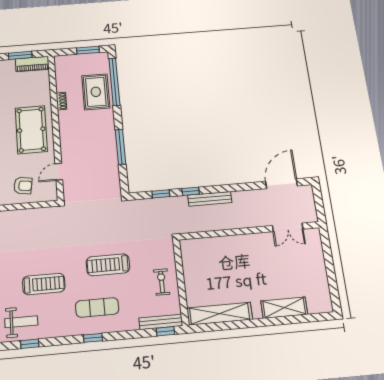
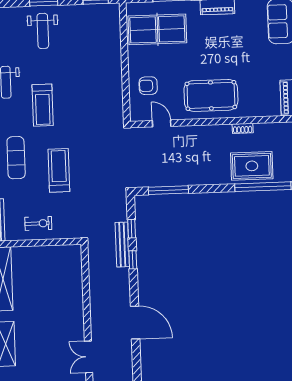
window: (121, 147) -> (168, 190), moved
door: (281, 184) -> (135, 322), moved
armchair: (23, 186) -> (148, 86), turned 82
bench: (210, 199) -> (122, 245), moved

